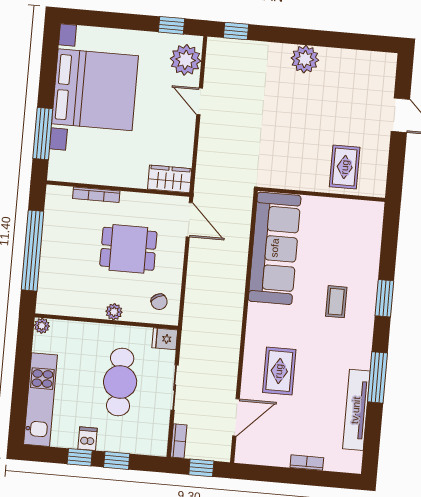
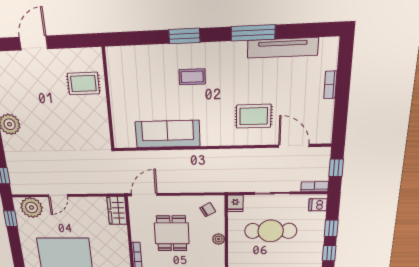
sofa: (275, 248) -> (168, 134), width x0.74, depth x0.79
dishwasher: (88, 439) -> (318, 205), moved

